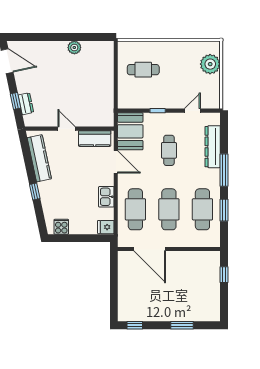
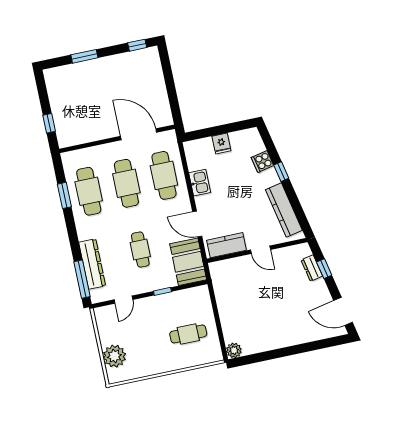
plant: (74, 48) -> (234, 350), moved
window: (224, 170) -> (82, 279), moved
cooker: (61, 227) -> (262, 162), moved, turned 78
fridge: (106, 227) -> (221, 143), moved, turned 90

